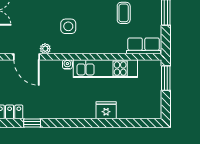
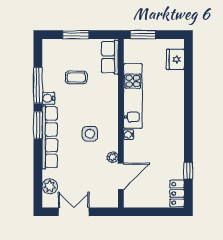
fridge: (106, 110) -> (175, 59), moved

